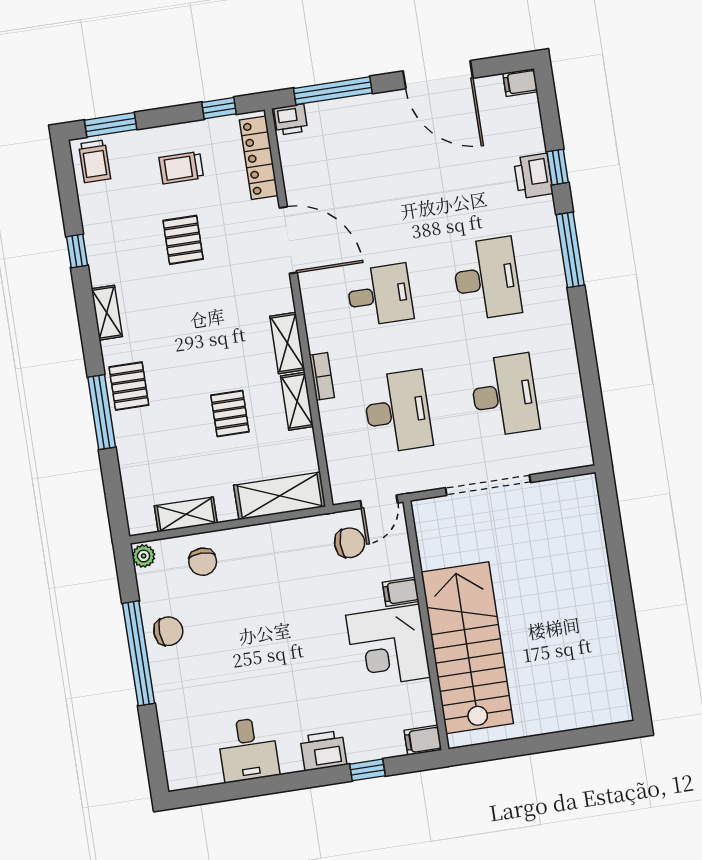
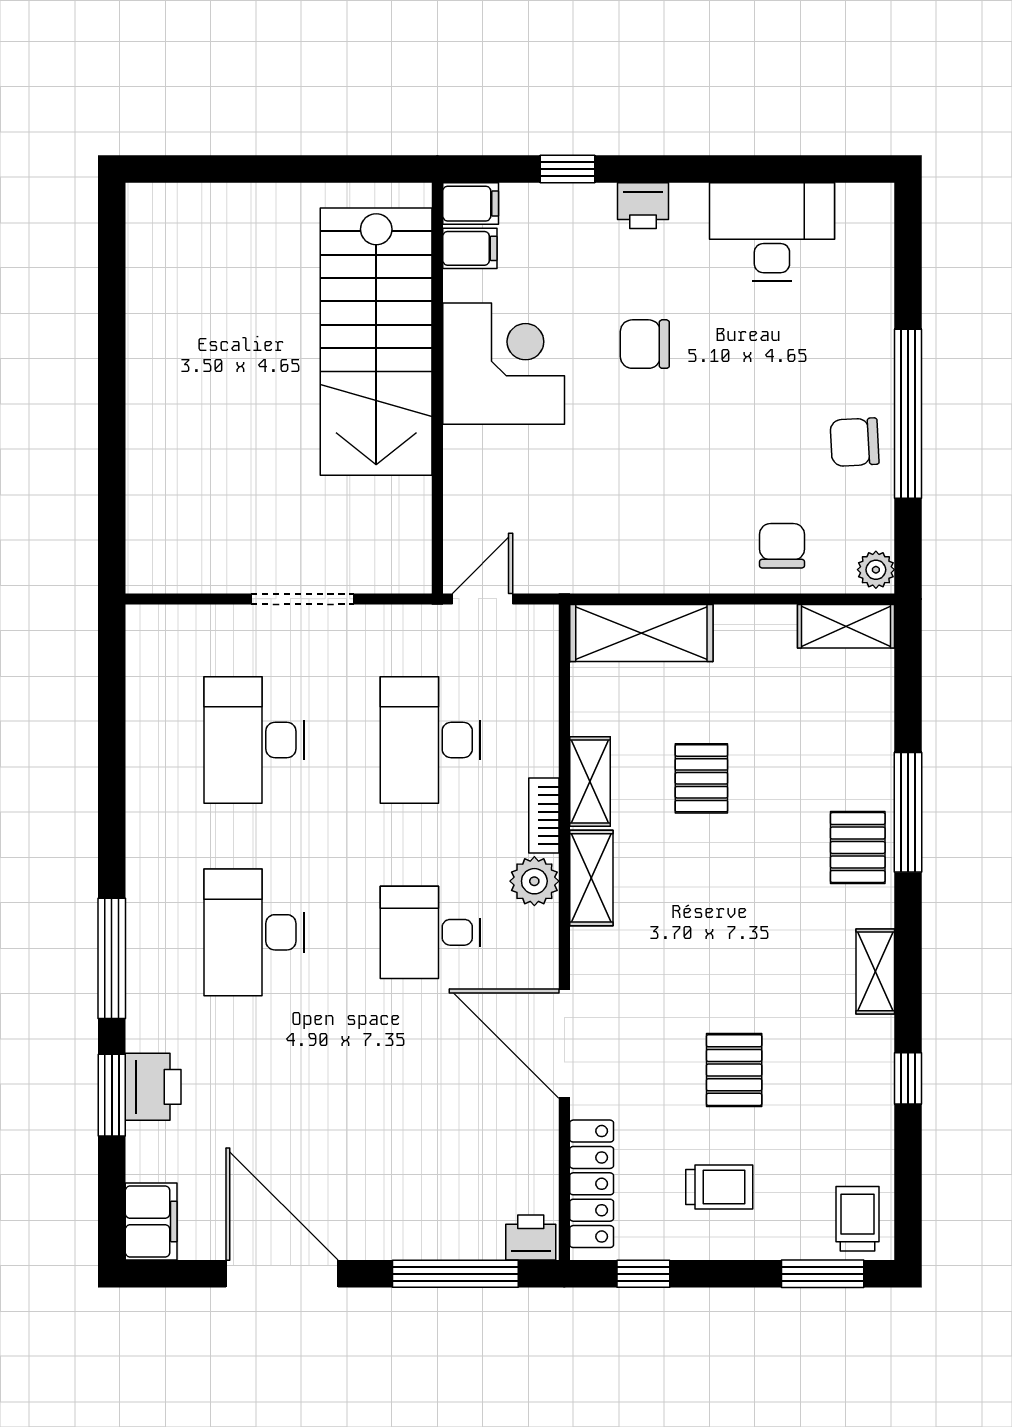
filing cabinet: (520, 82) -> (151, 1222), width x2.00
window: (558, 167) -> (112, 1095), width x1.50
plant: (322, 336) -> (534, 881), added
doorway: (488, 485) -> (303, 599), width x0.73
shelving: (186, 514) -> (846, 626), moved
chair: (350, 543) -> (645, 344), moved
filing cabinet: (401, 592) -> (470, 248), moved
desk: (248, 749) -> (772, 232), width x1.37
printer: (323, 751) -> (643, 206), width x0.73, depth x0.81

